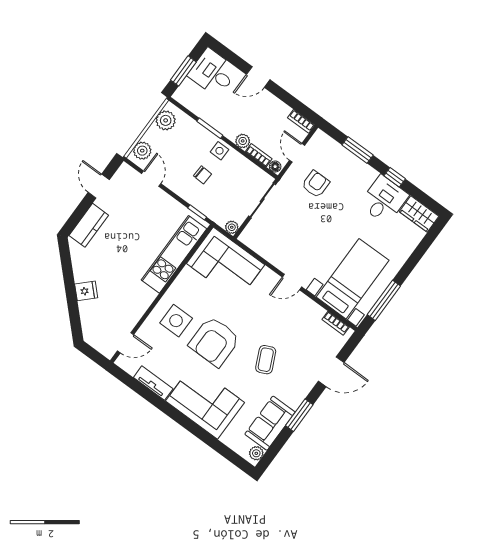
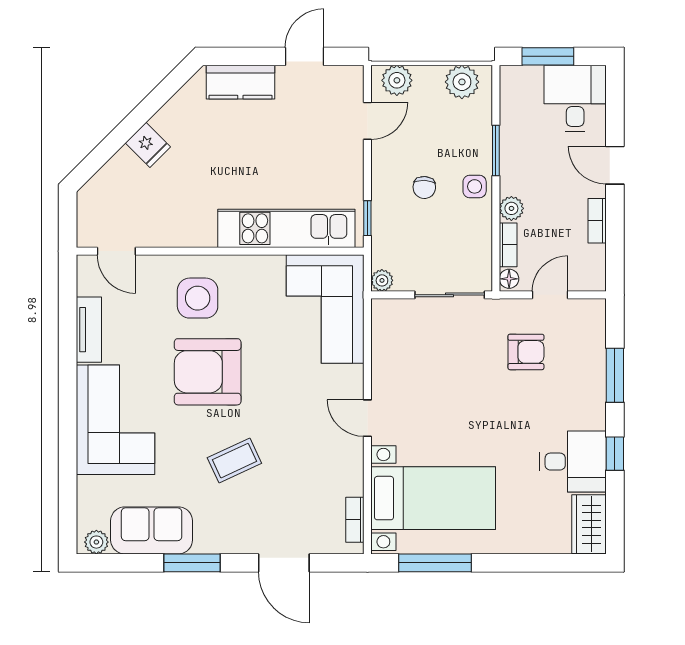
bookcase: (301, 121) -> (597, 221), moved

